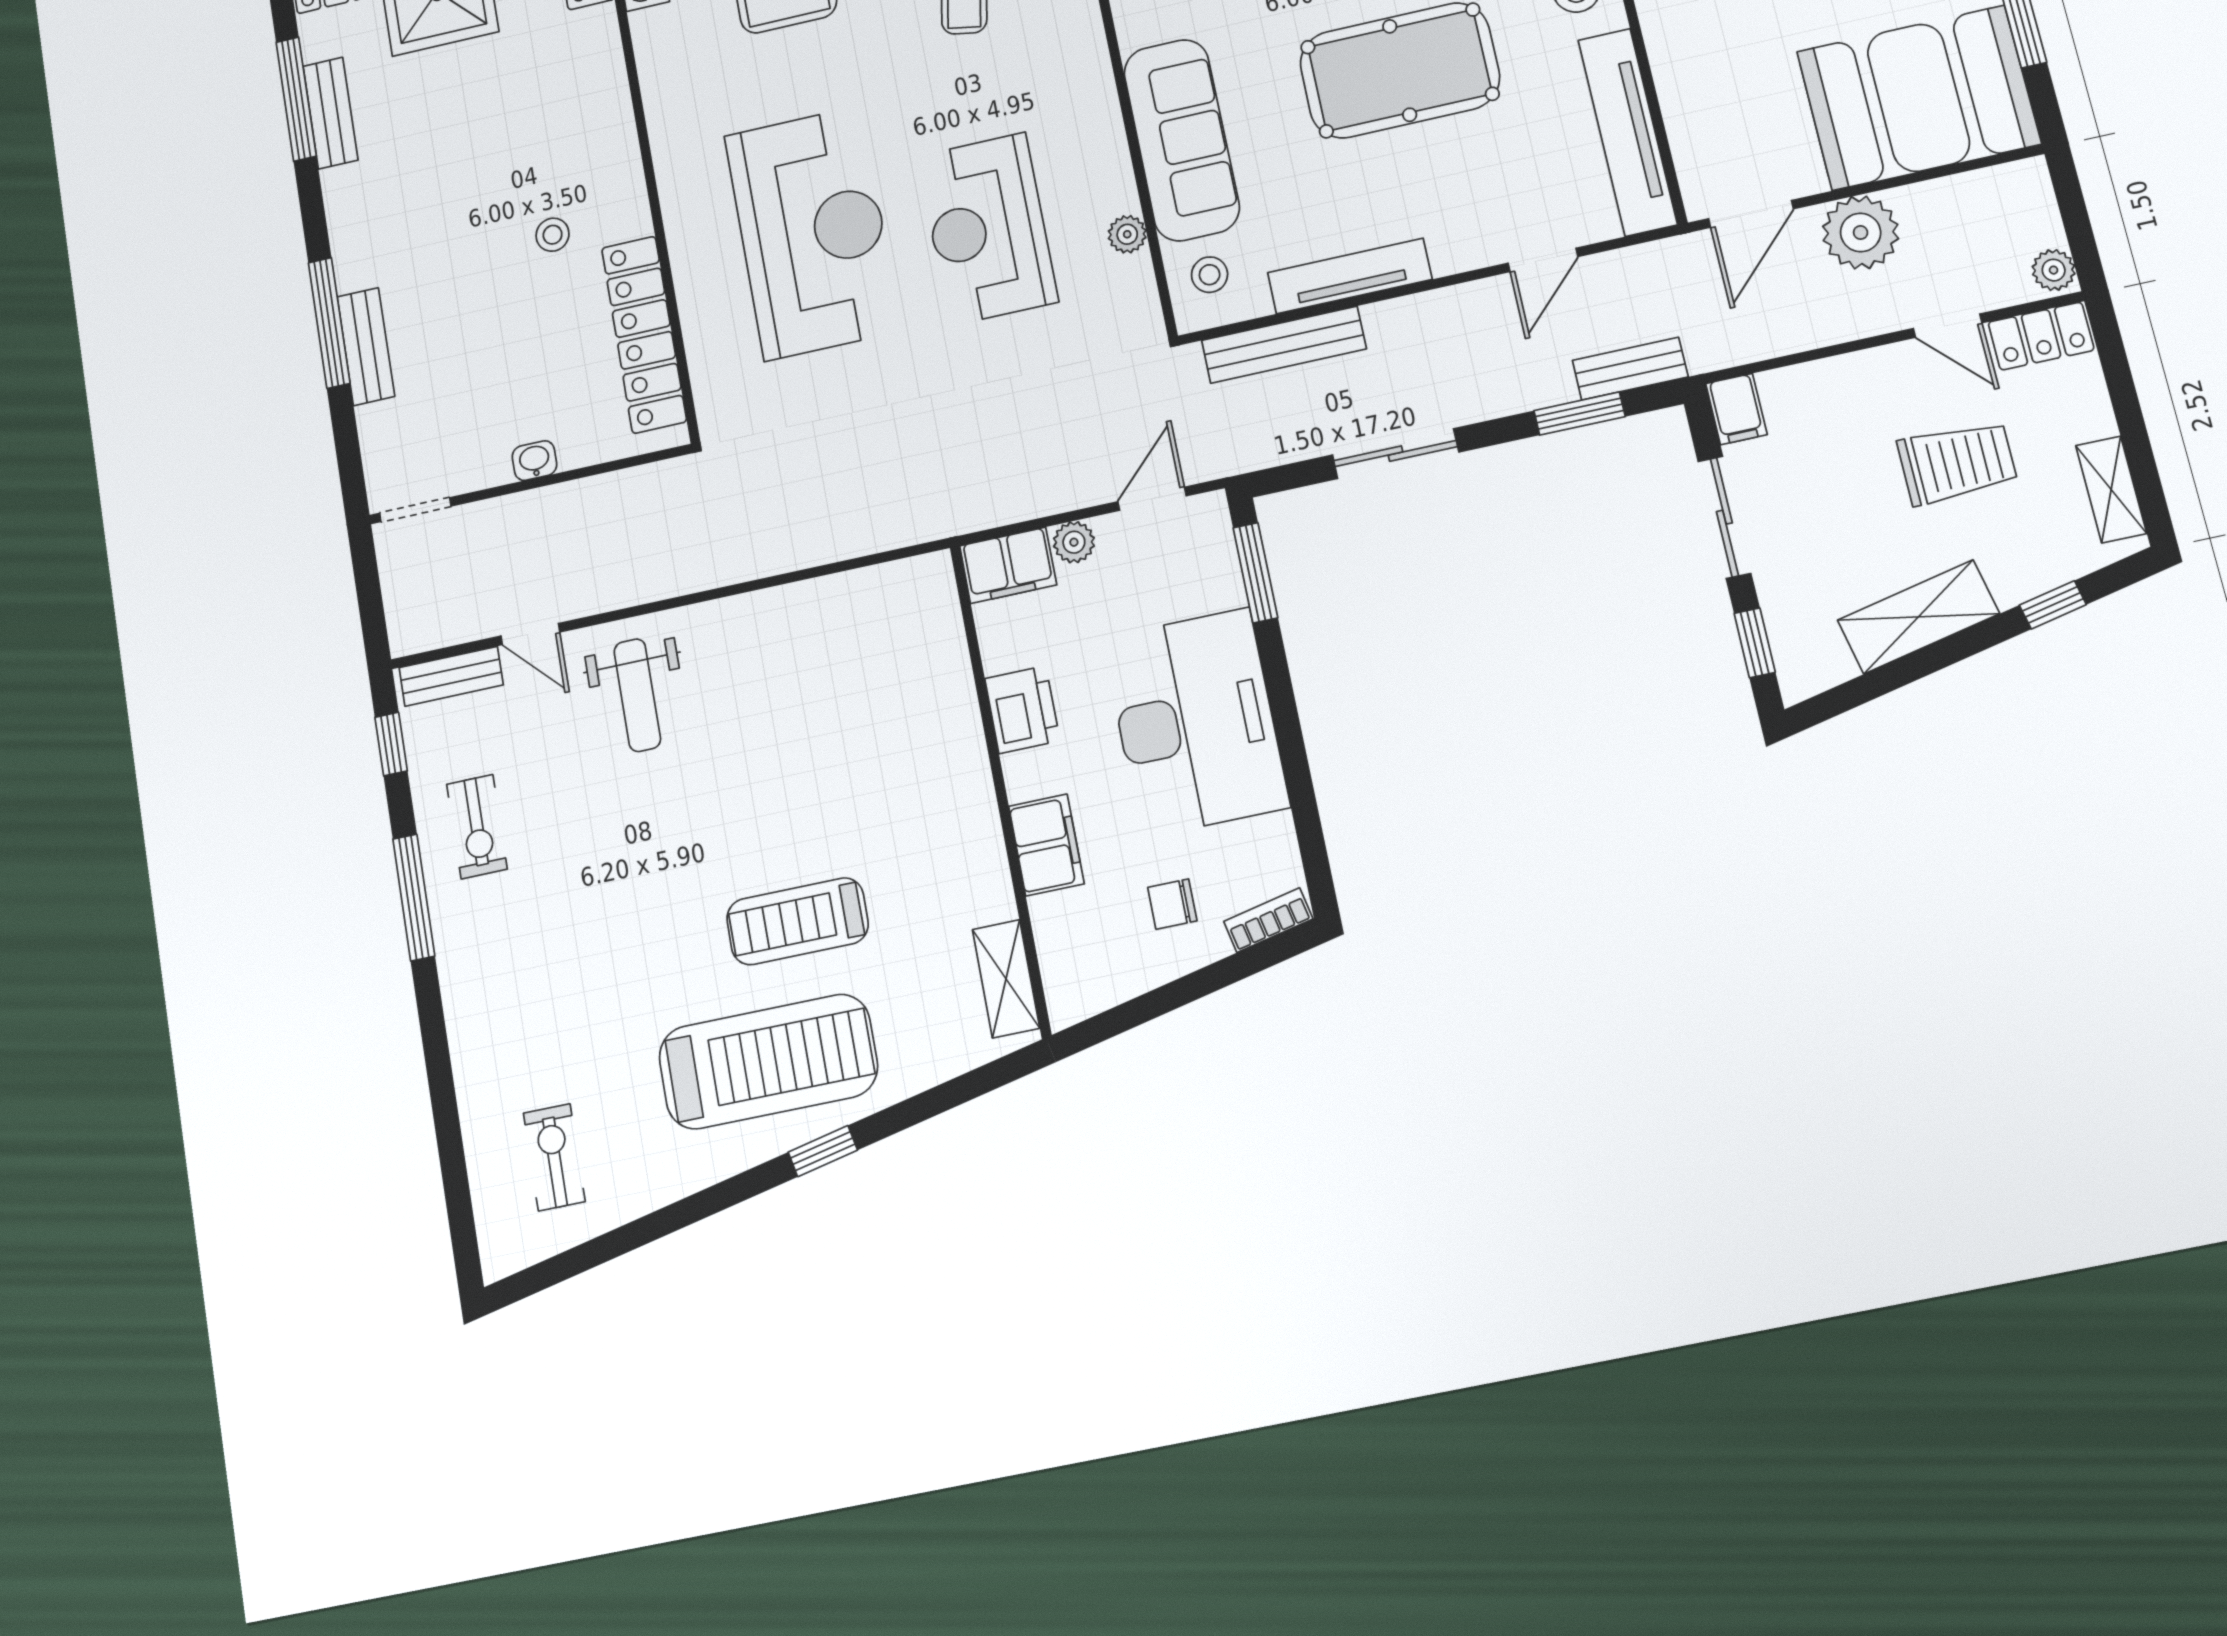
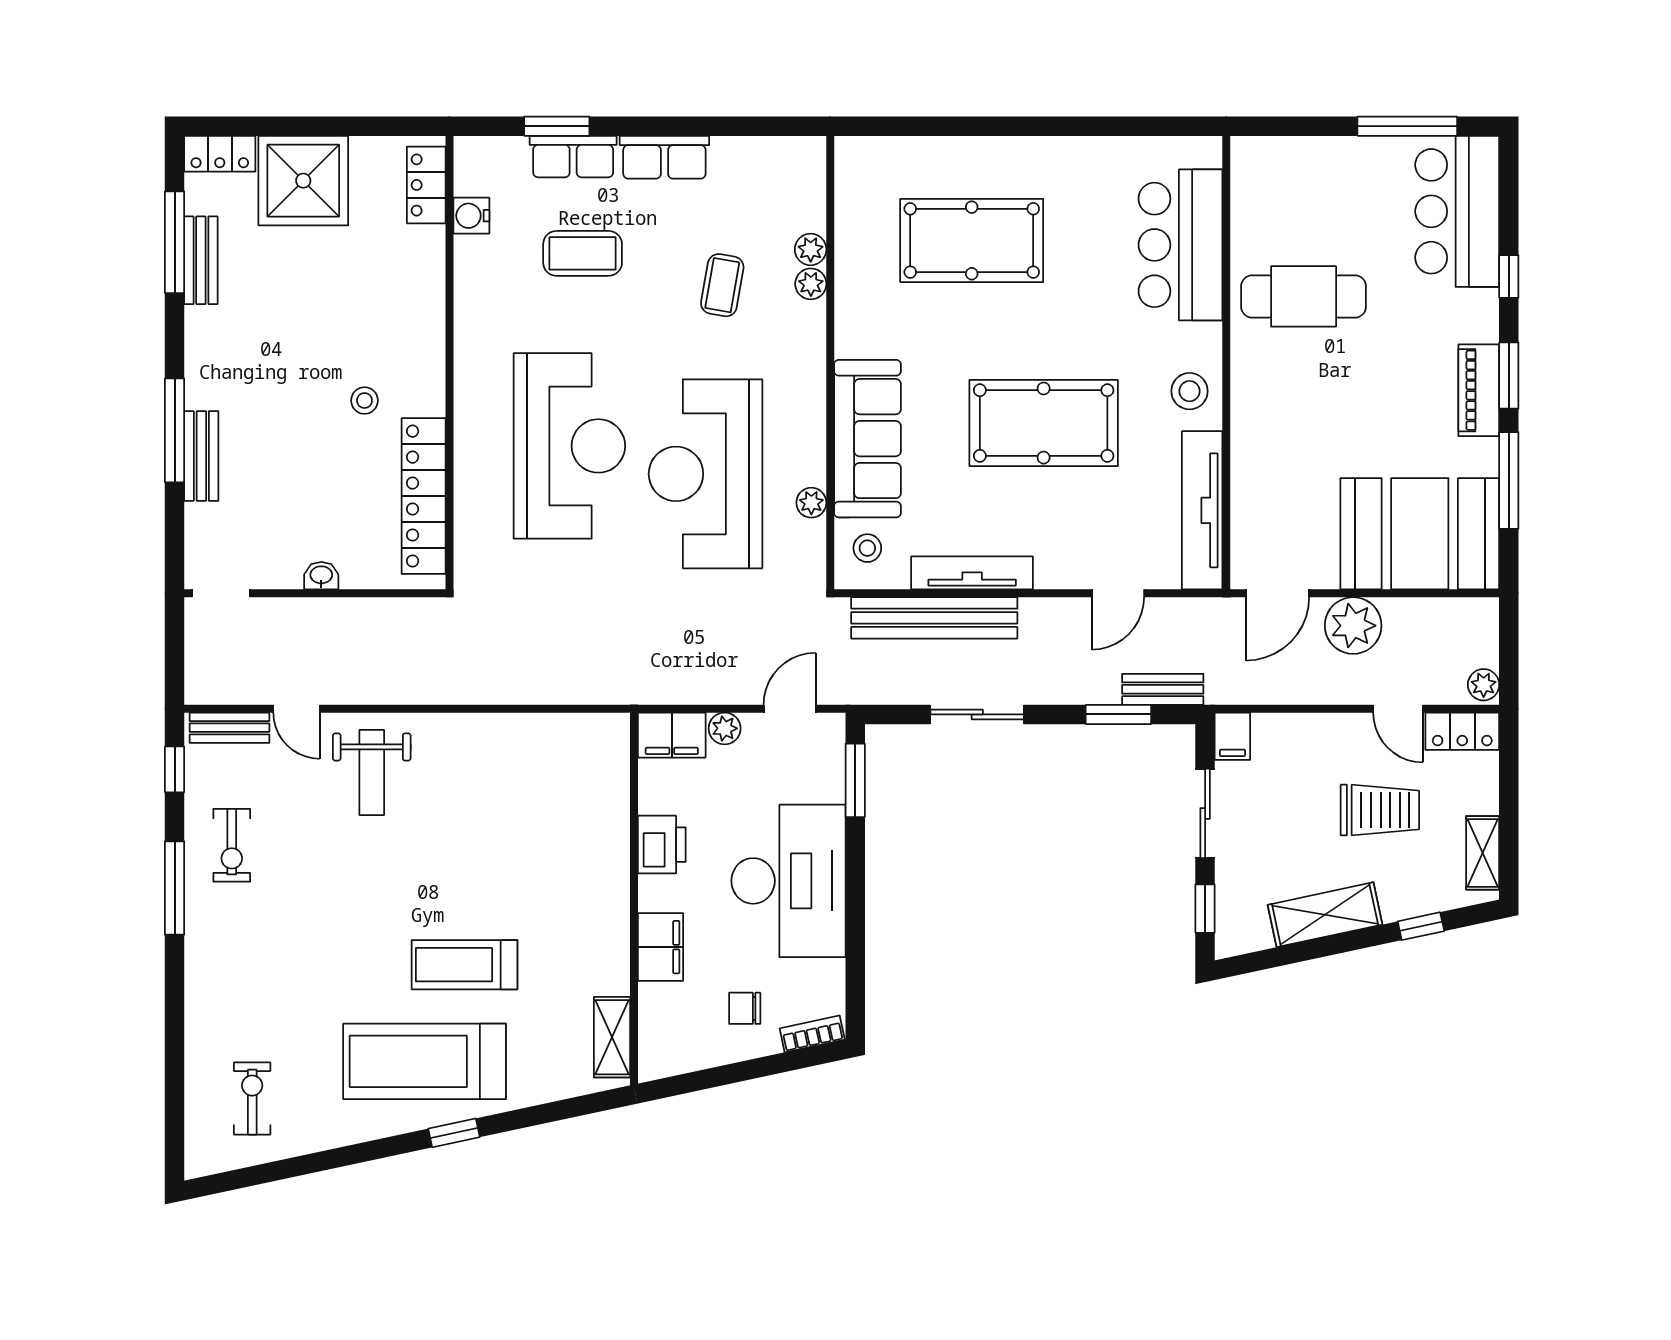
reception desk: (988, 229) -> (705, 474), width x1.36, depth x1.30
bench: (1284, 345) -> (934, 618), width x1.37, depth x1.21
treadmill: (768, 1062) -> (425, 1061), turned 180

